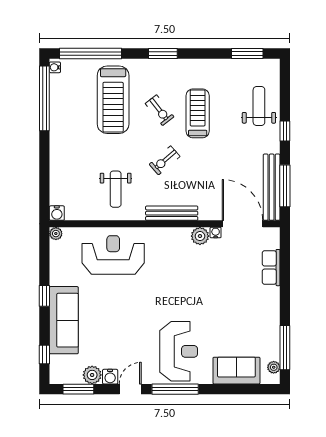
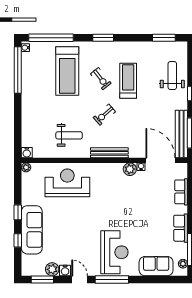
weight bench: (116, 189) -> (69, 135), turned -90
row of seats: (270, 318) -> (181, 228), added
window: (44, 354) -> (18, 240), moved
door: (130, 389) -> (80, 279), hinge flipped

